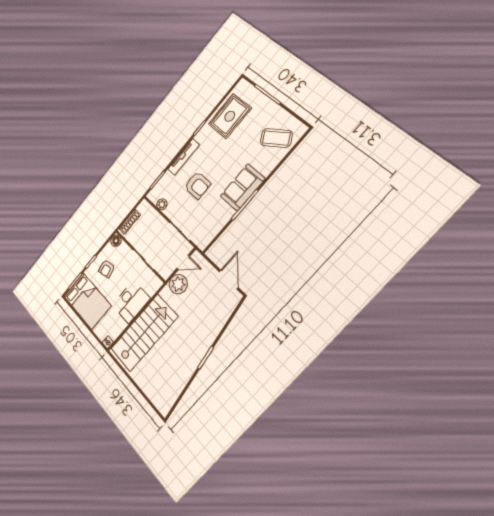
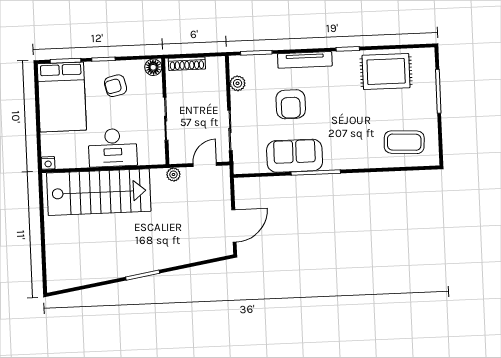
coffee table: (276, 138) -> (404, 142), turned -56
sofa: (243, 187) -> (295, 156), moved
door: (183, 262) -> (205, 164), swing flipped
plant: (178, 284) -> (173, 174), width x0.53, depth x0.53

